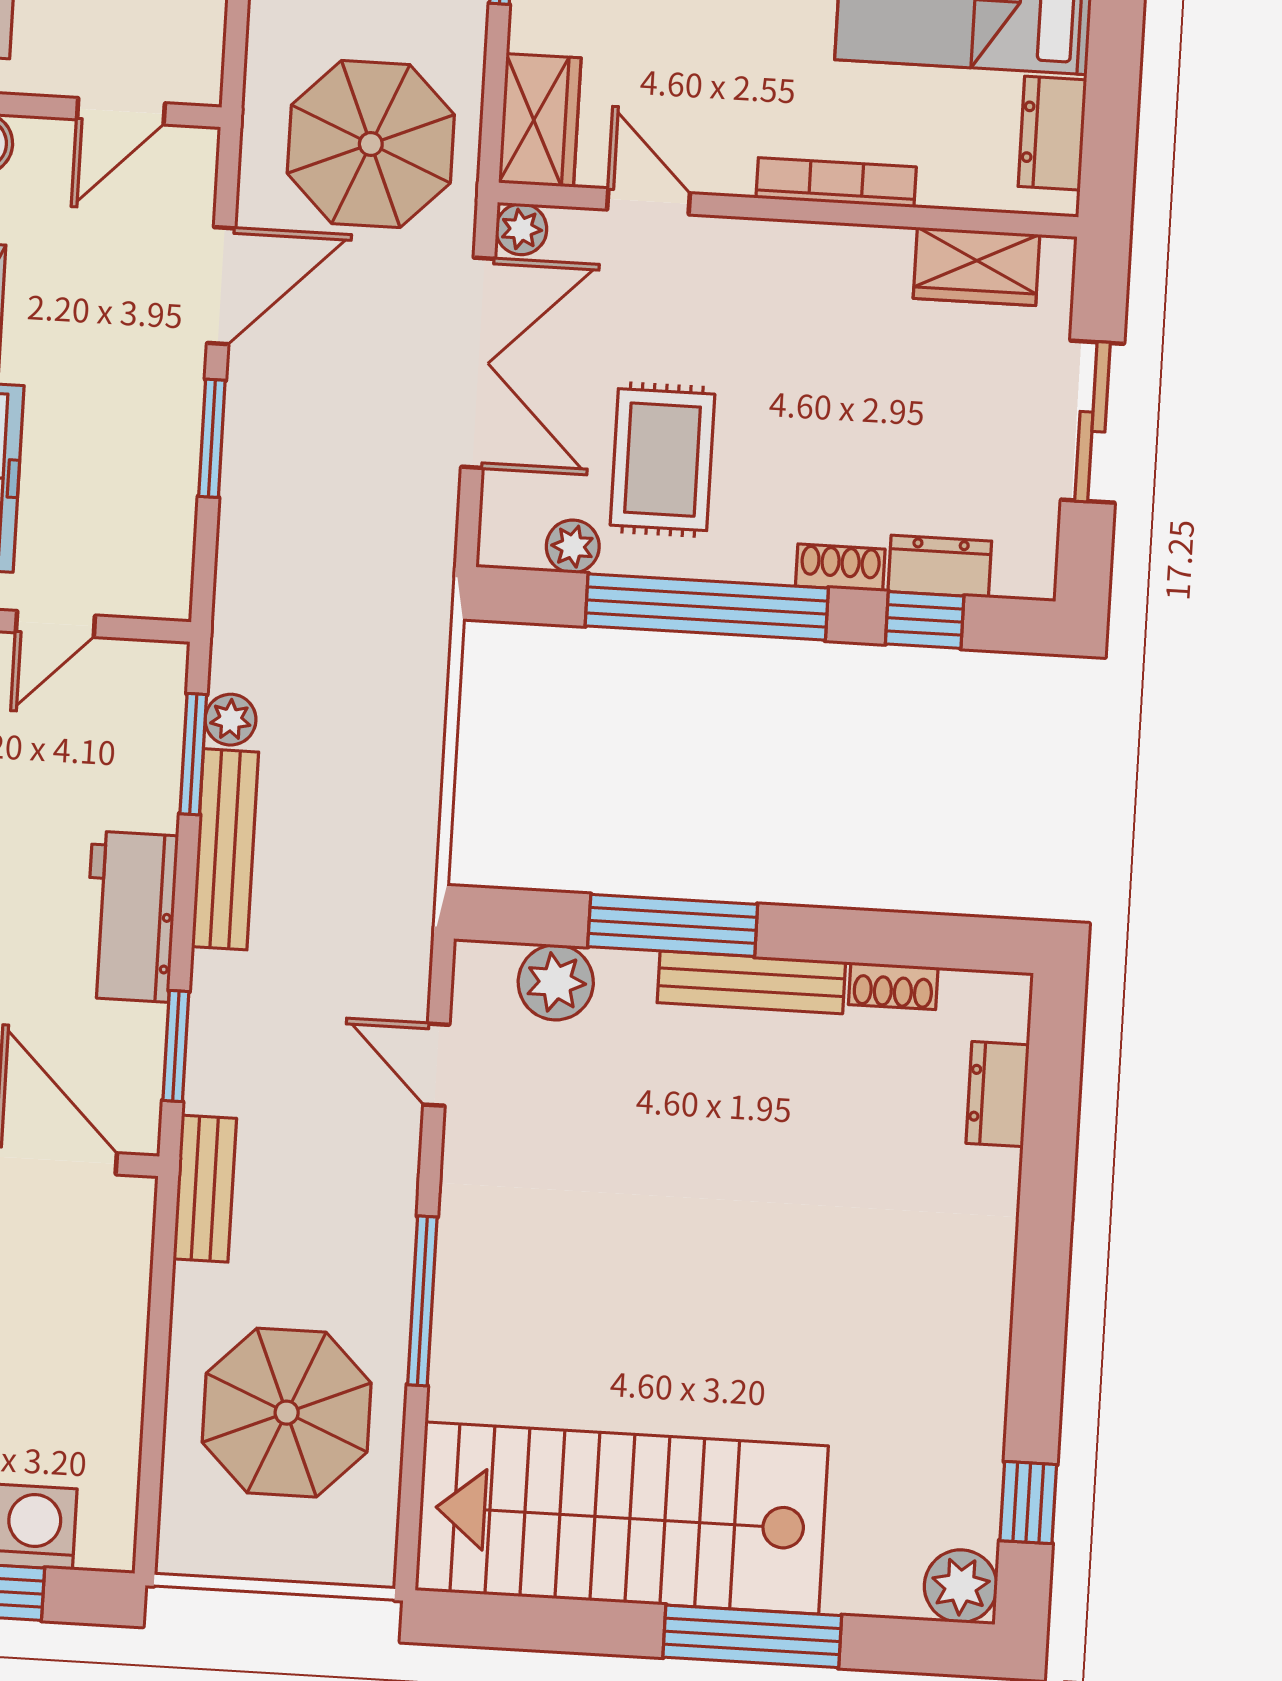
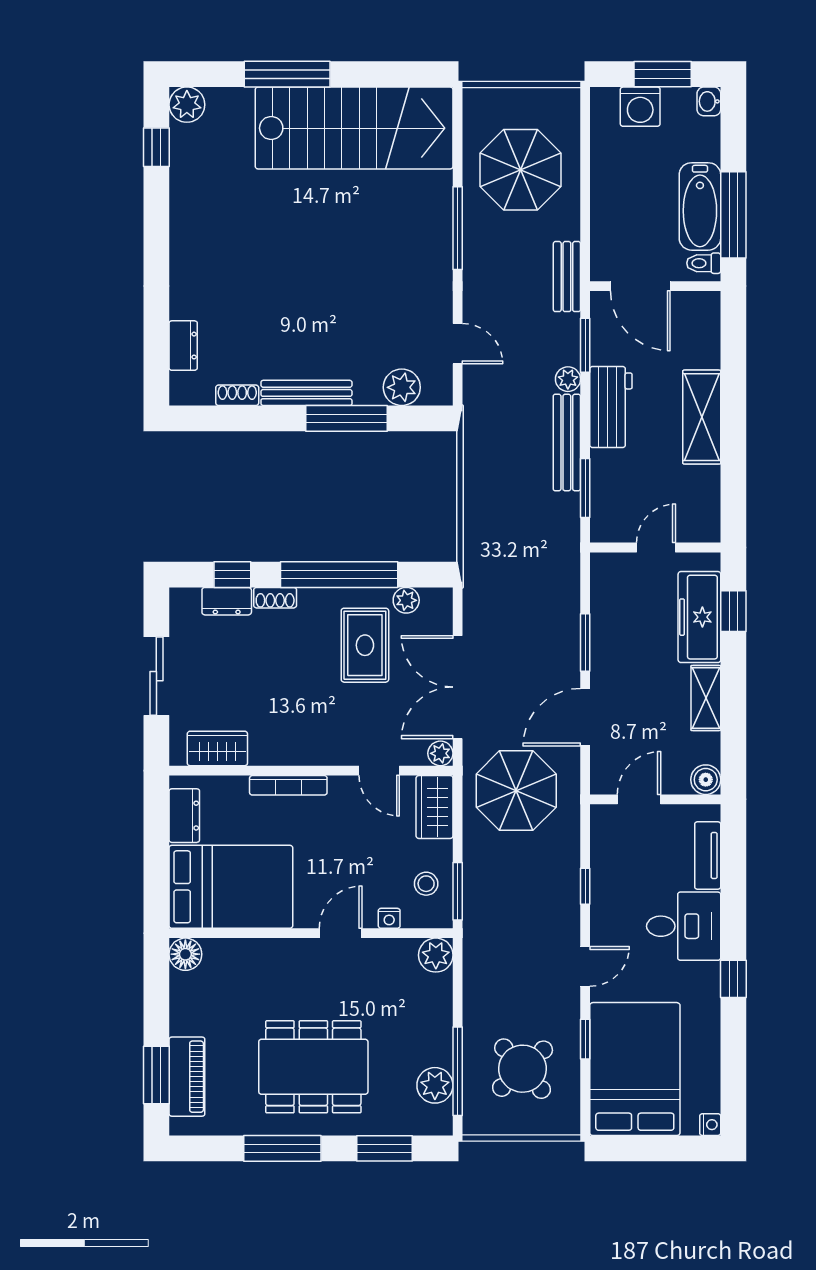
plant: (231, 720) -> (568, 379), moved

